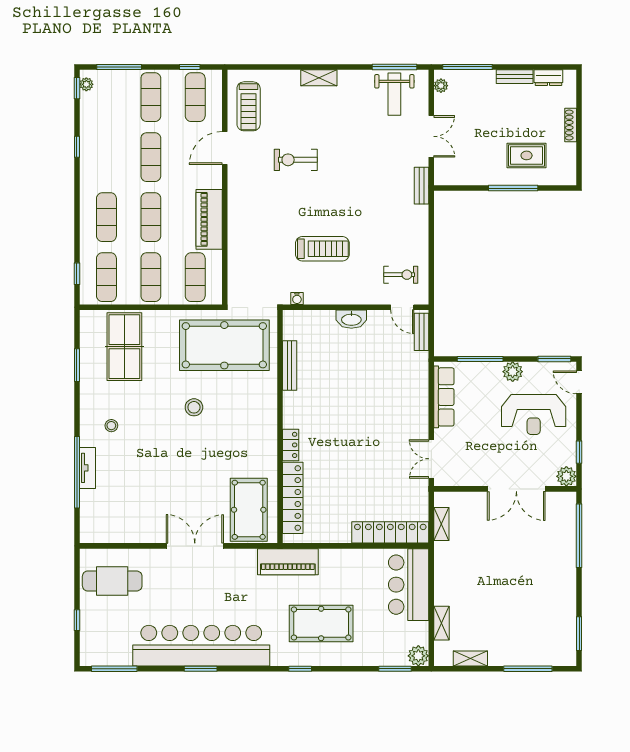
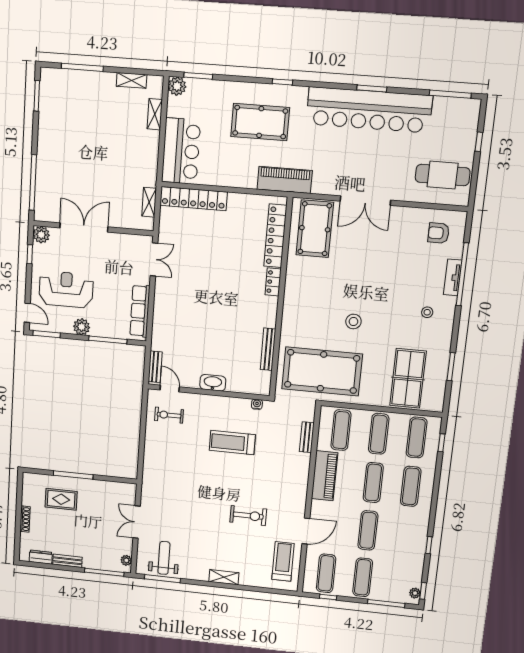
bench: (422, 186) -> (307, 437), moved
armchair: (109, 517) -> (439, 233), added

